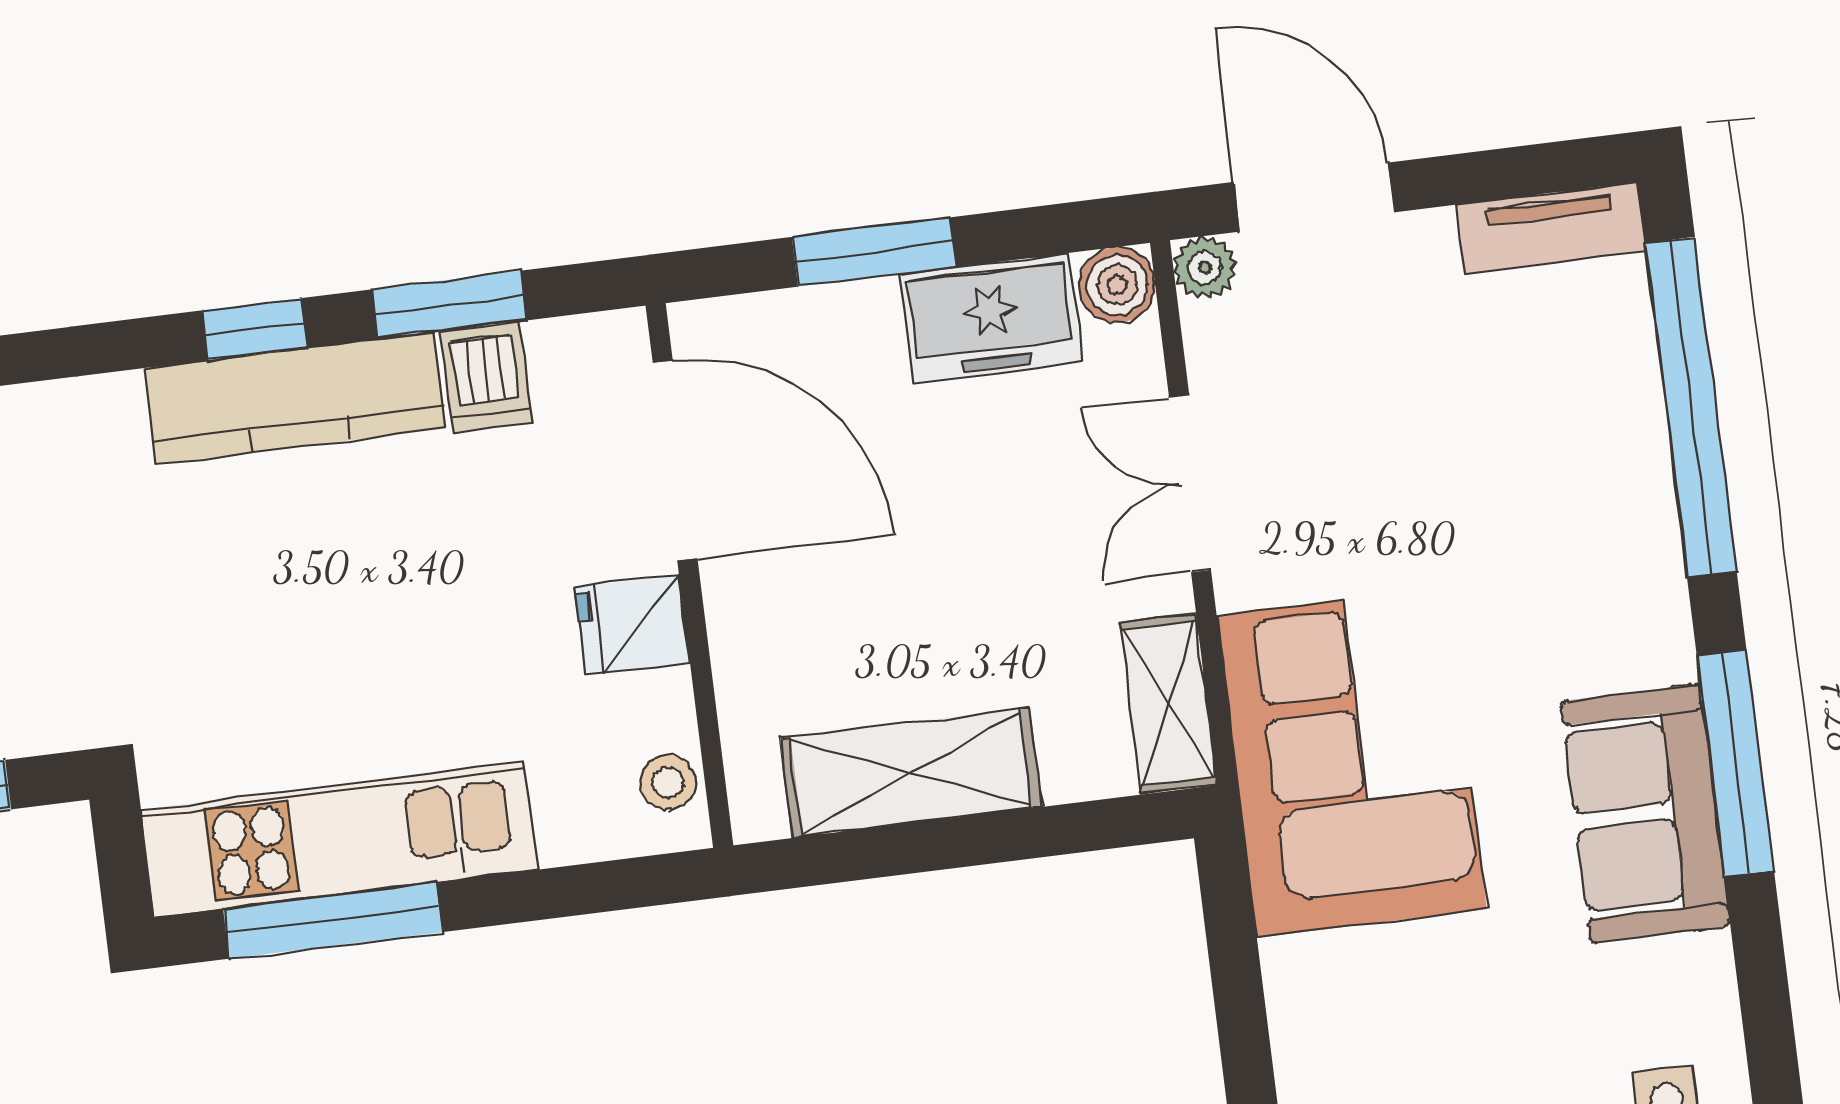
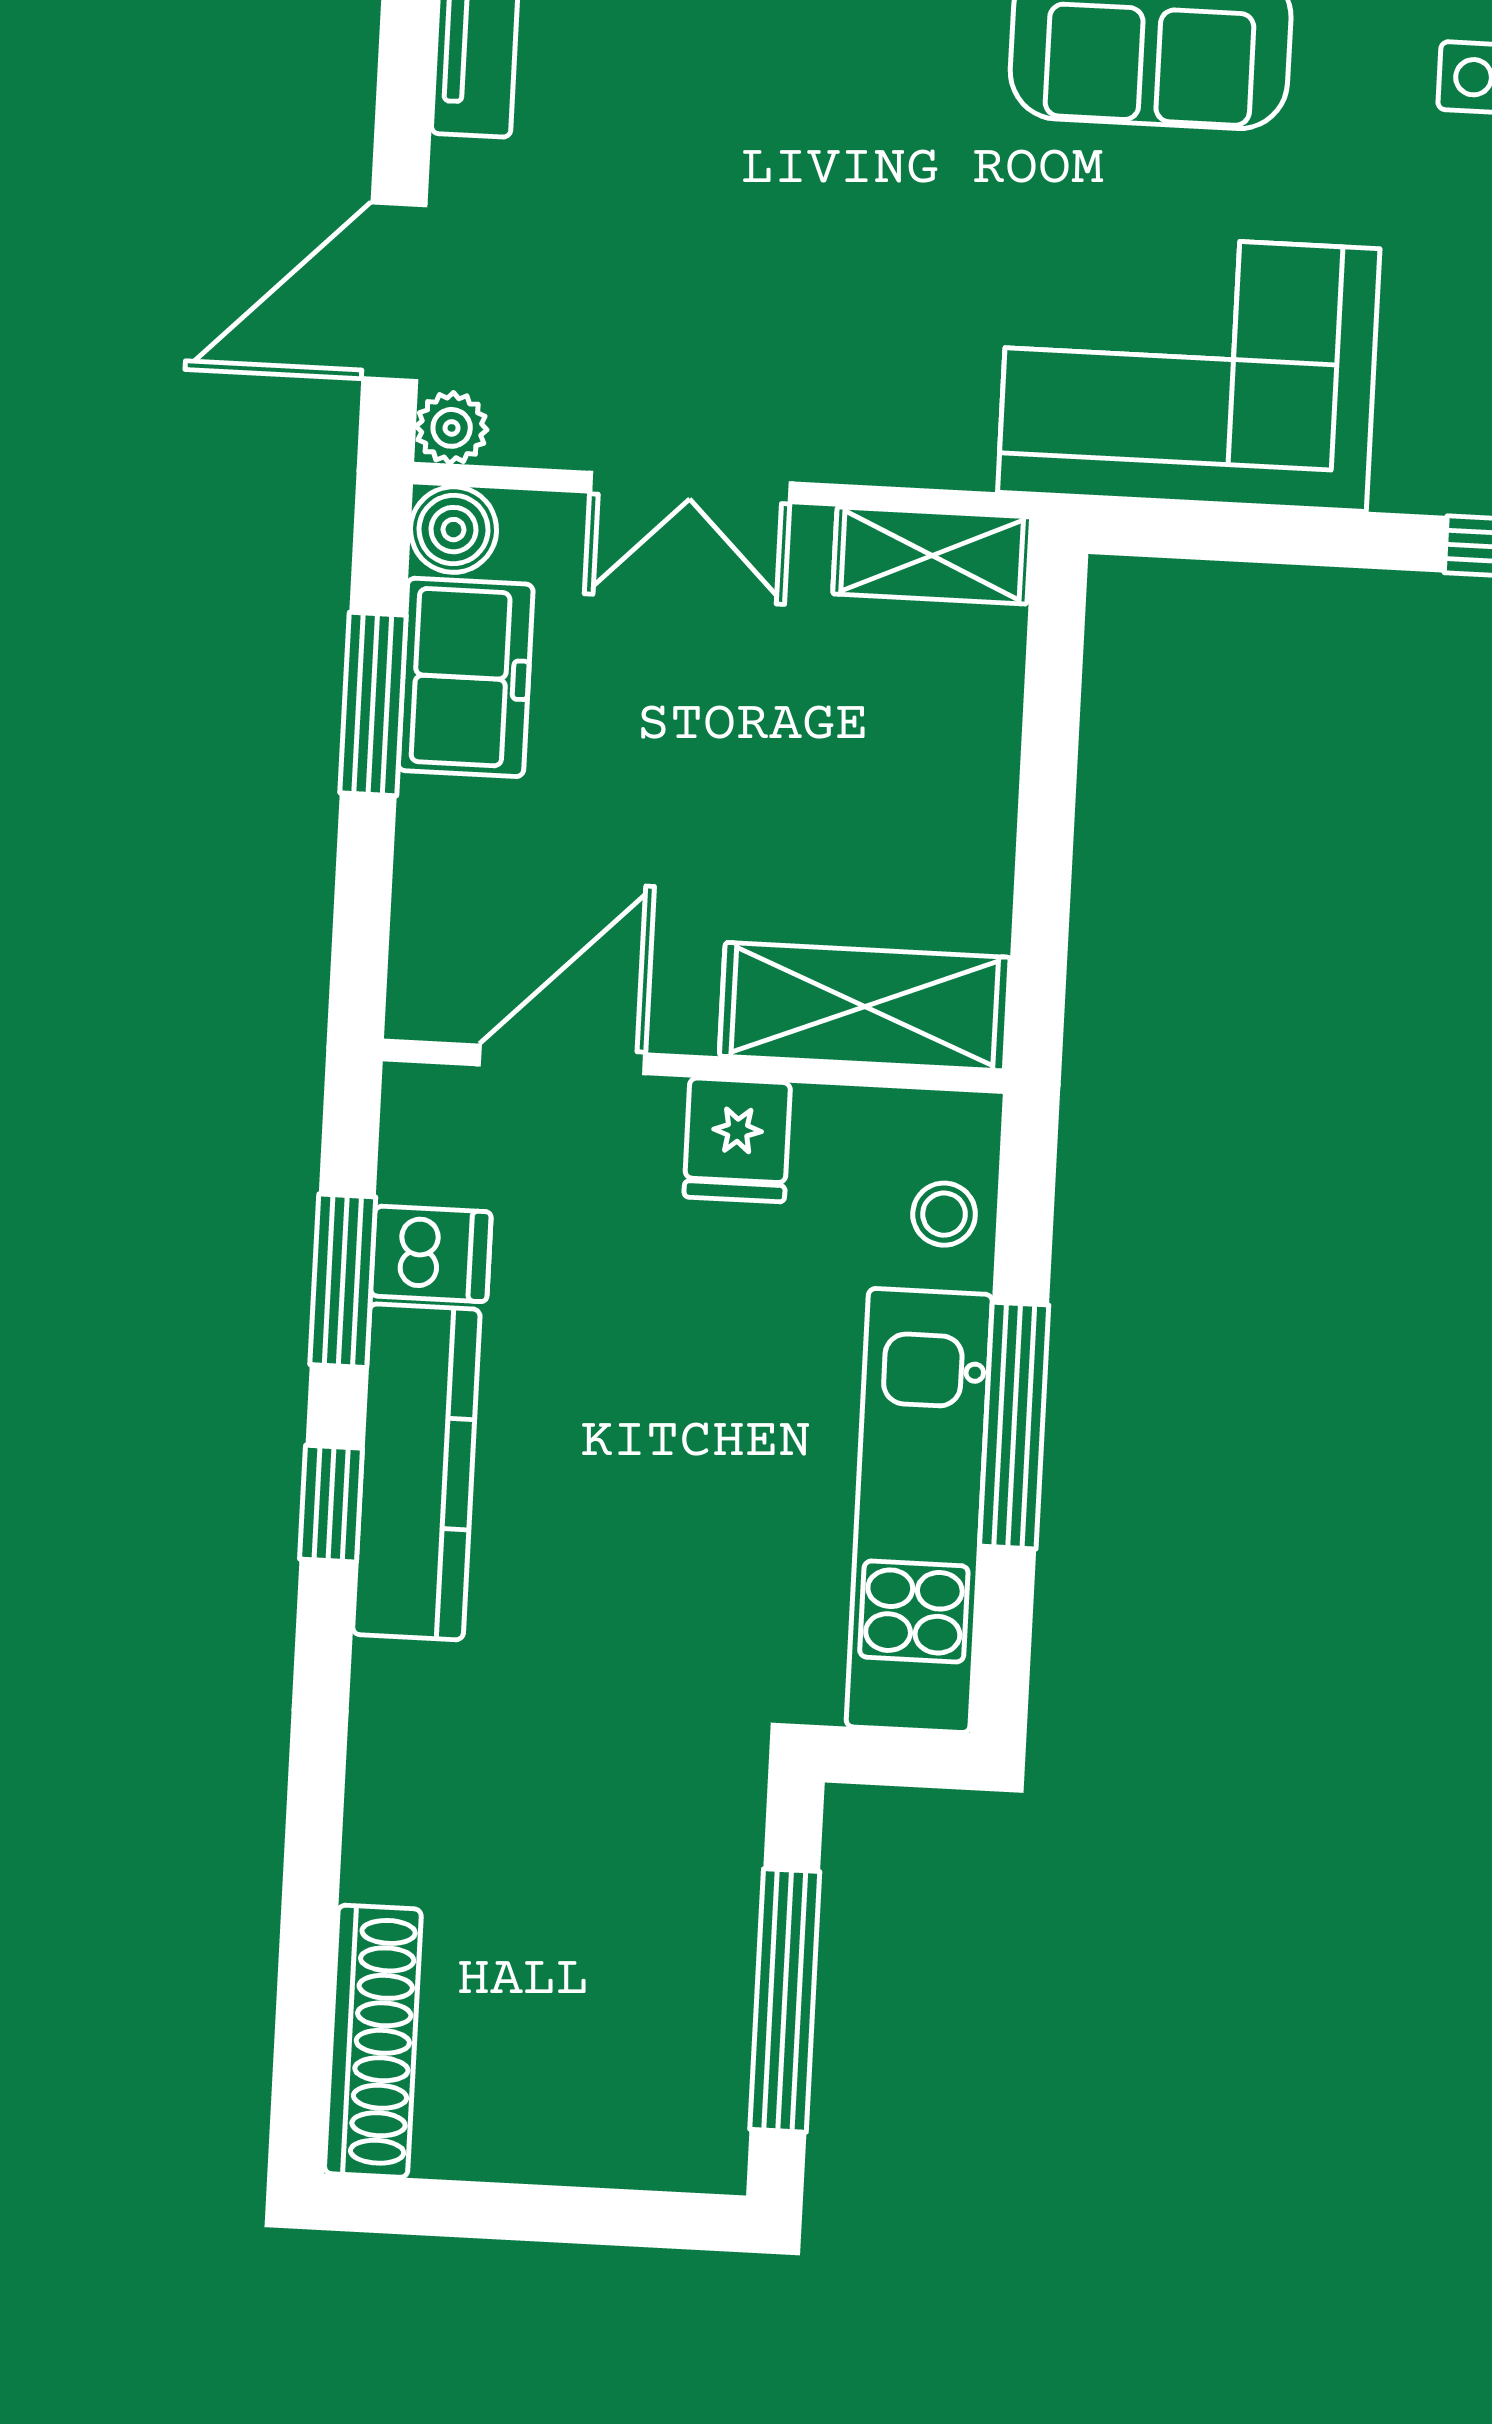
window: (874, 252) -> (373, 704), moved
door: (675, 461) -> (562, 1059), width x0.73
corner sofa: (1352, 763) -> (1189, 370), moved
shelving: (911, 773) -> (865, 1007), moved, turned 90
stool: (668, 782) -> (944, 1214), moved
window: (333, 920) -> (1014, 1426), moved

